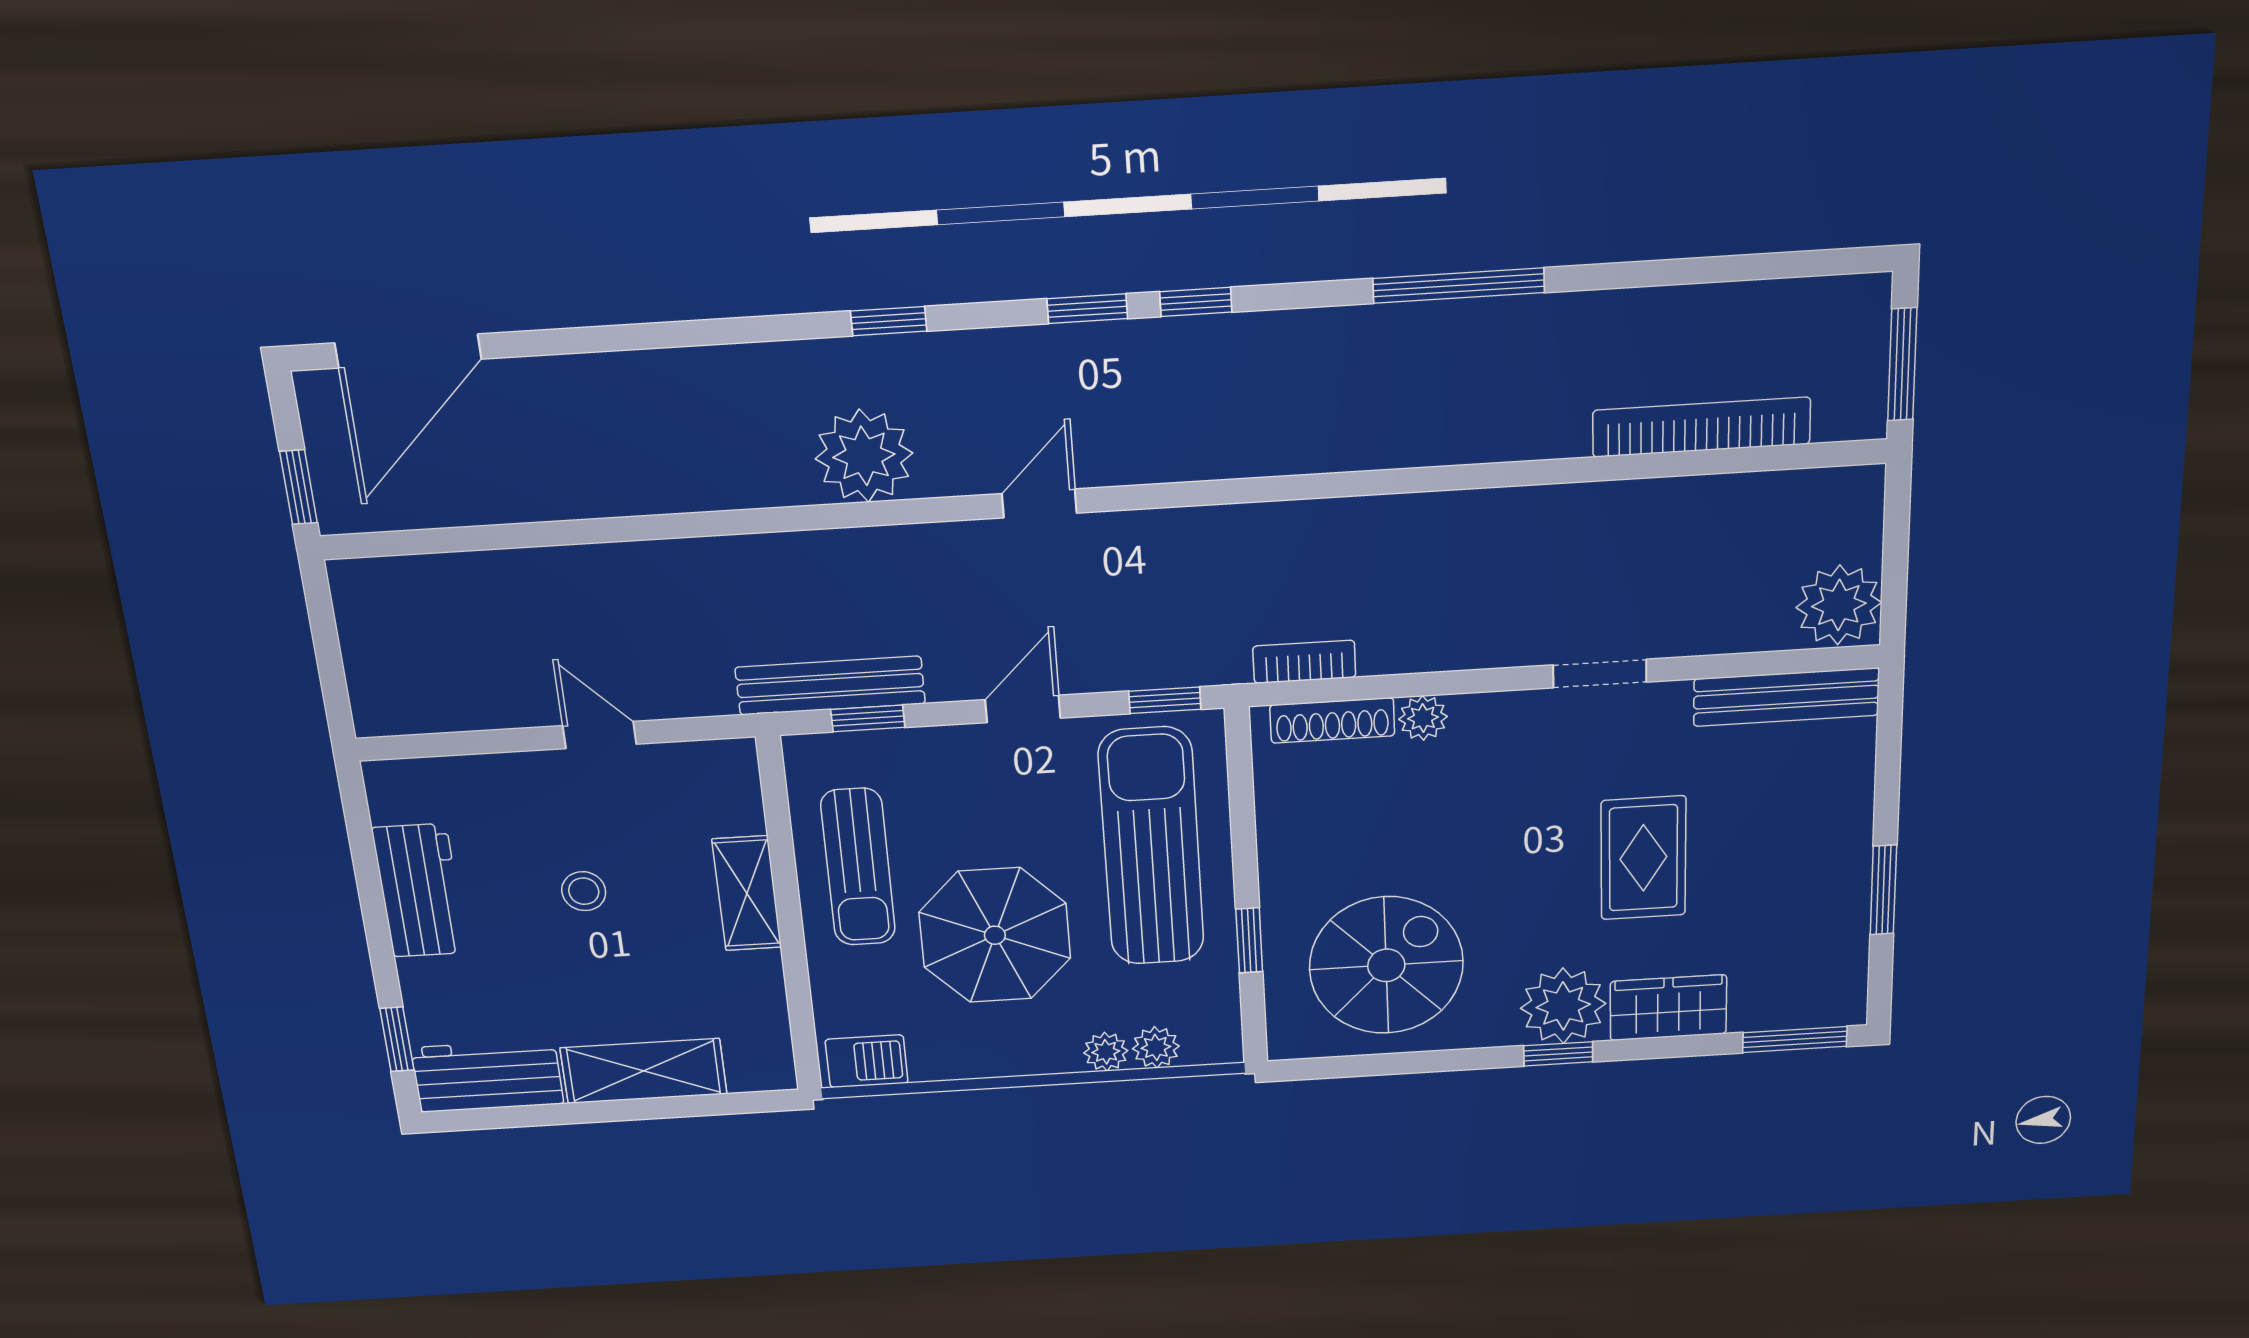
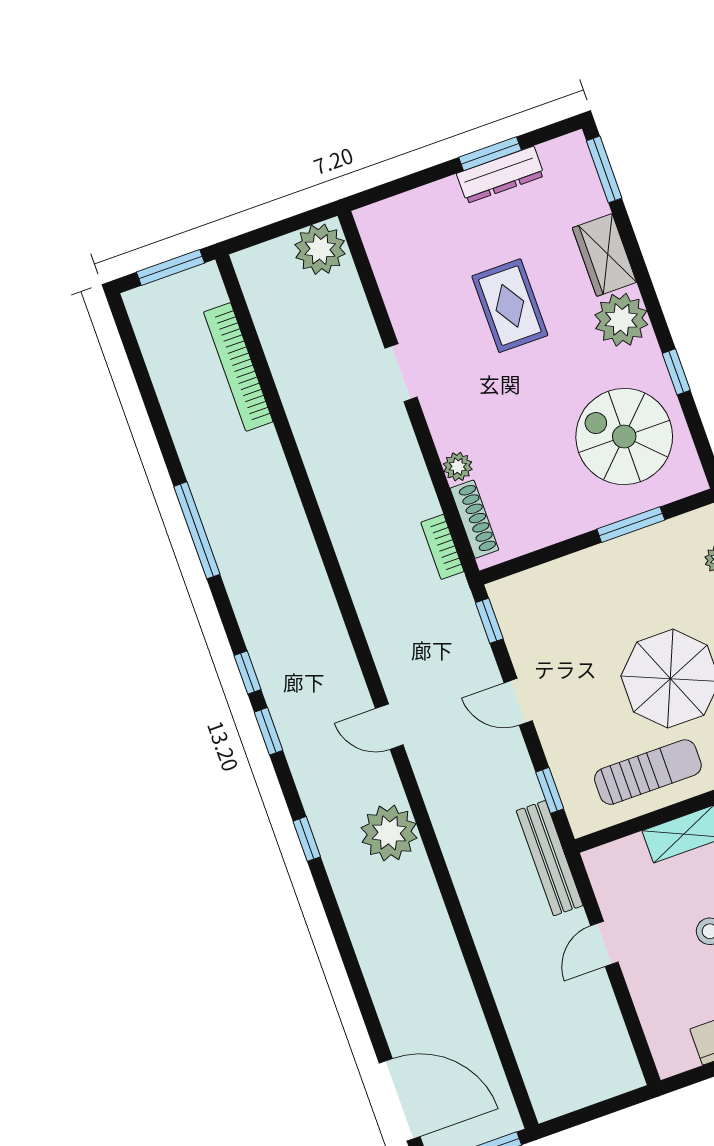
bench: (830, 686) -> (550, 858), moved
bench: (1786, 697) -> (385, 258), removed
sun lounger: (1151, 847) -> (585, 601), removed
rug: (1643, 858) -> (510, 306), turned 90
dresser: (1846, 896) -> (500, 175), added
window: (1249, 940) -> (631, 525), width x1.50
window: (1558, 1054) -> (676, 372), moved

